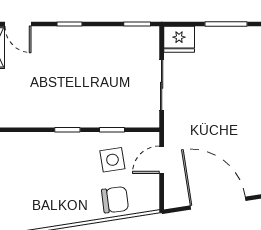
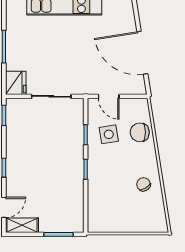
chair: (115, 200) -> (140, 132), turned -83
door: (218, 203) -> (142, 53), hinge flipped
chair: (48, 205) -> (143, 184), added

